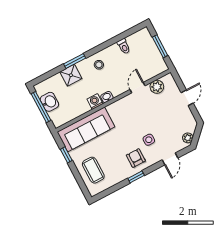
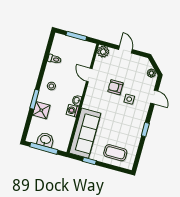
plant: (157, 87) -> (103, 52), moved
armchair: (136, 158) -> (115, 87), moved

